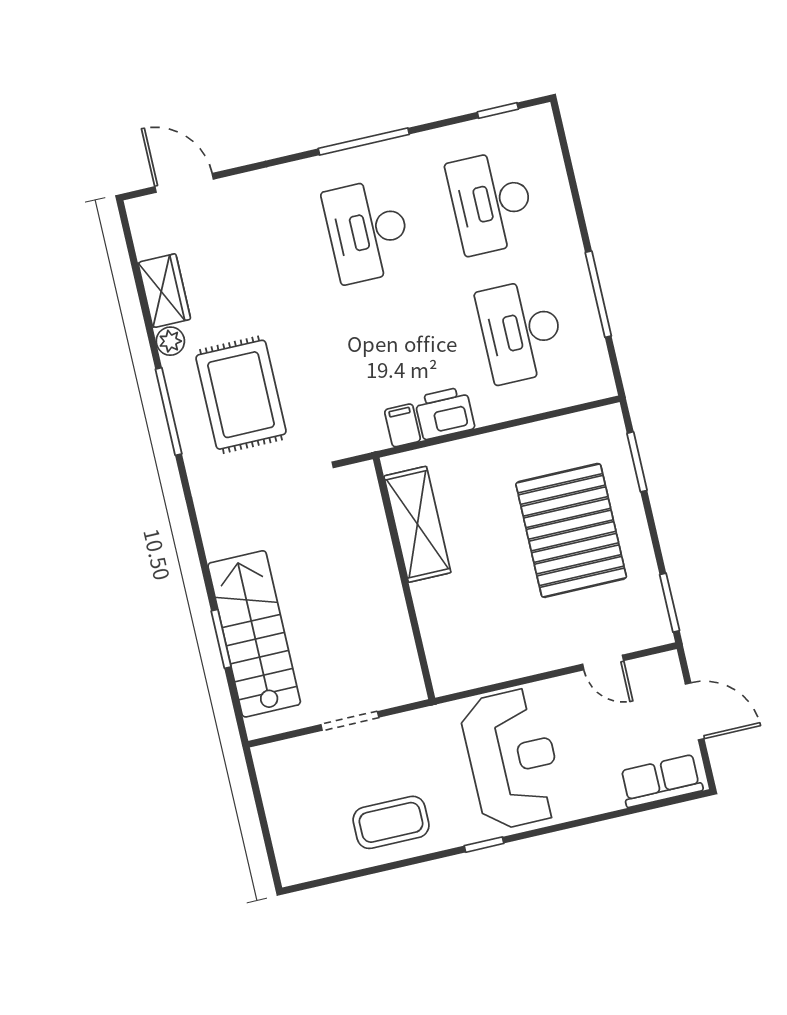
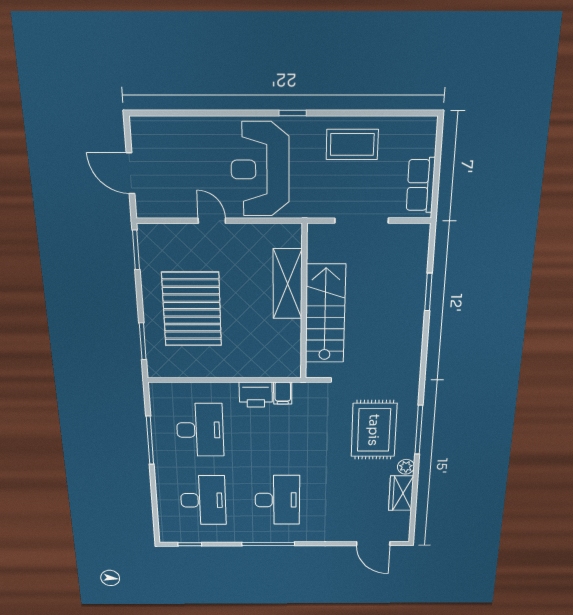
shelving: (417, 524) -> (288, 284), moved
stairs: (254, 634) -> (325, 314), moved, turned 180
door: (603, 662) -> (212, 221), moved
doorway: (350, 721) -> (362, 221), width x1.38
row of seats: (661, 781) -> (421, 185), moved, turned 90

